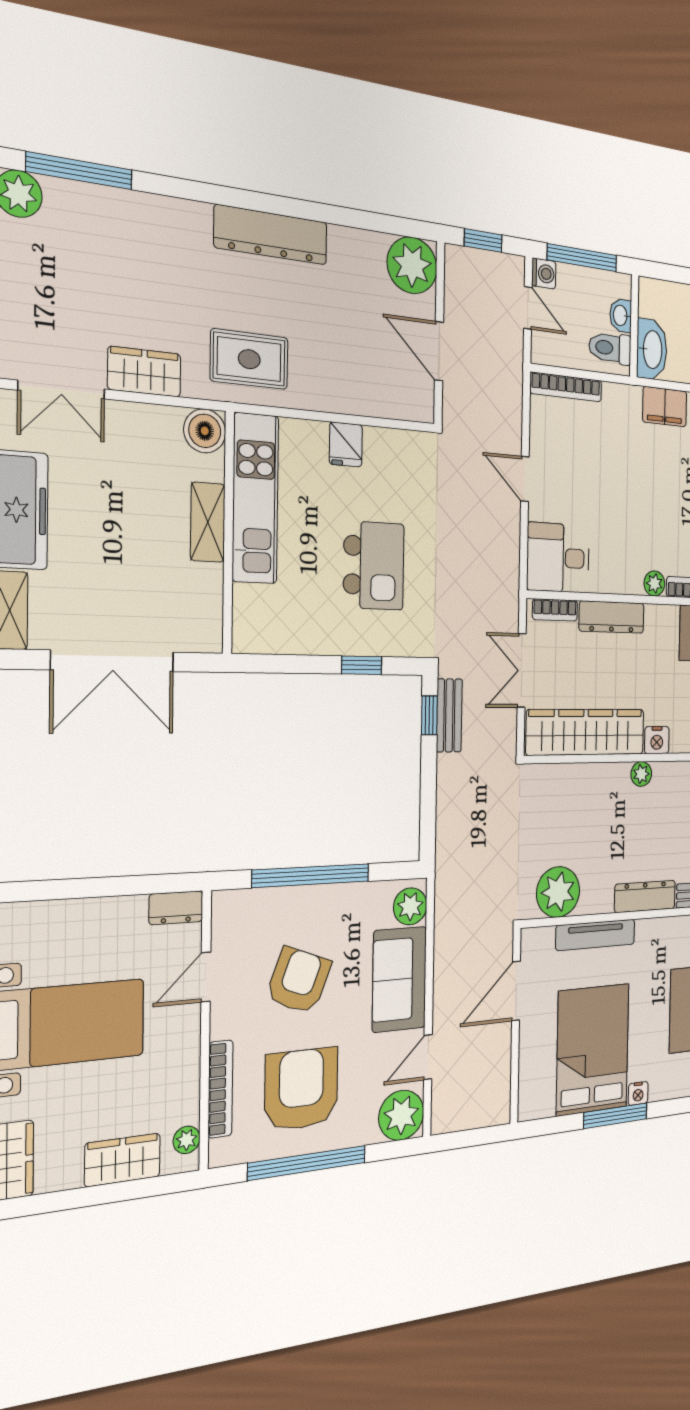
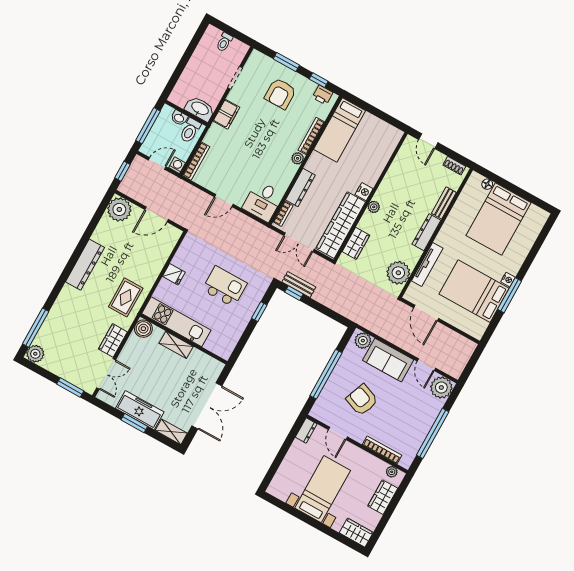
washing machine: (544, 273) -> (177, 165), moved
wardrobe: (569, 780) -> (356, 243), added
armchair: (301, 1089) -> (403, 421), removed

